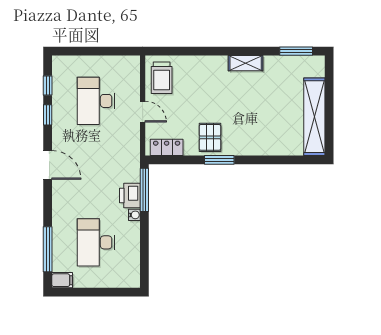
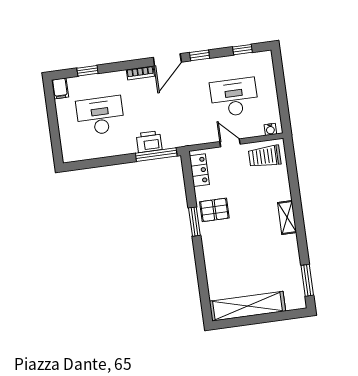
shelving: (246, 63) -> (287, 218), moved
door: (143, 112) -> (230, 143), swing flipped
window: (48, 115) -> (200, 55), moved
bookcase: (58, 195) -> (140, 73), added
water cooler: (134, 215) -> (270, 129), moved
window: (48, 249) -> (87, 71), width x0.46

